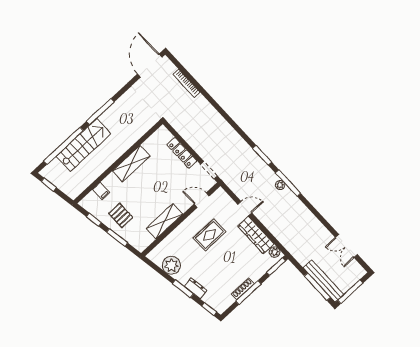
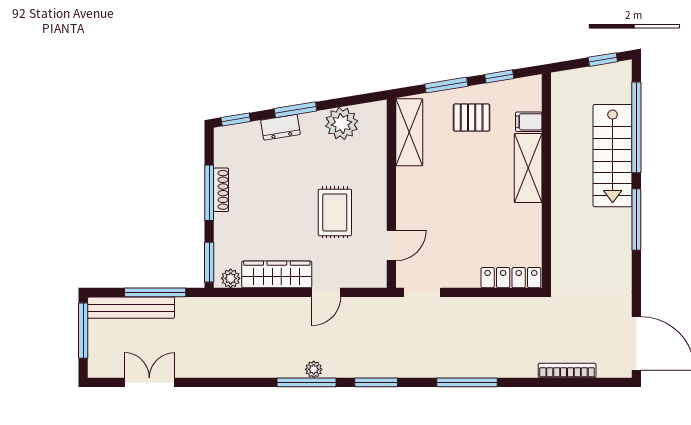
window: (228, 119) -> (467, 382), added
locker: (182, 153) -> (511, 278), moved
shelving: (131, 164) -> (528, 168), moved
shelving: (165, 221) -> (409, 132), moved
window: (317, 287) -> (155, 292), moved

